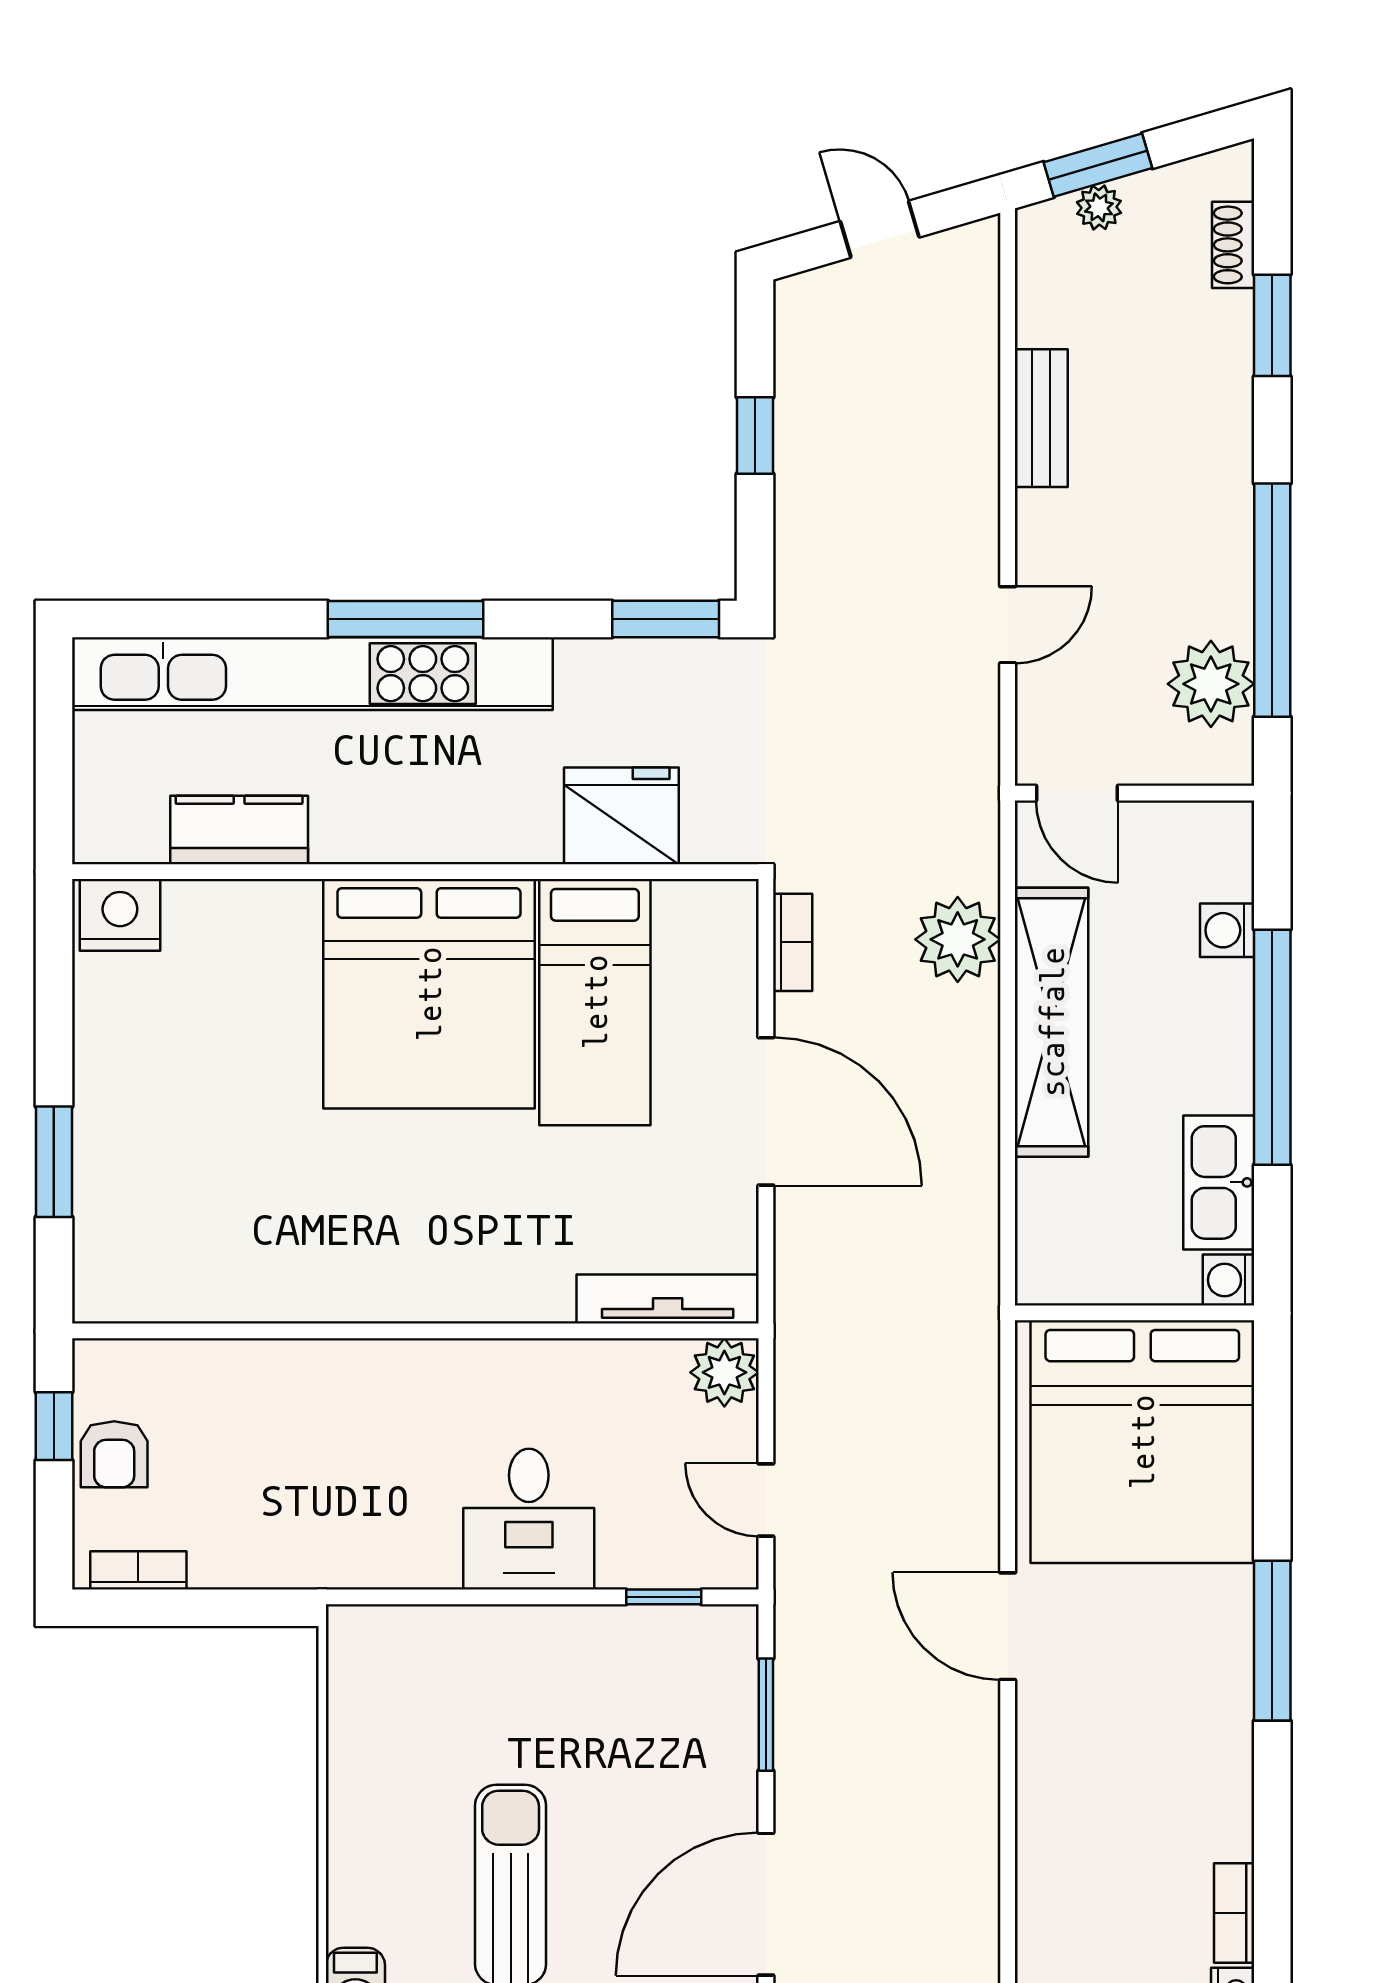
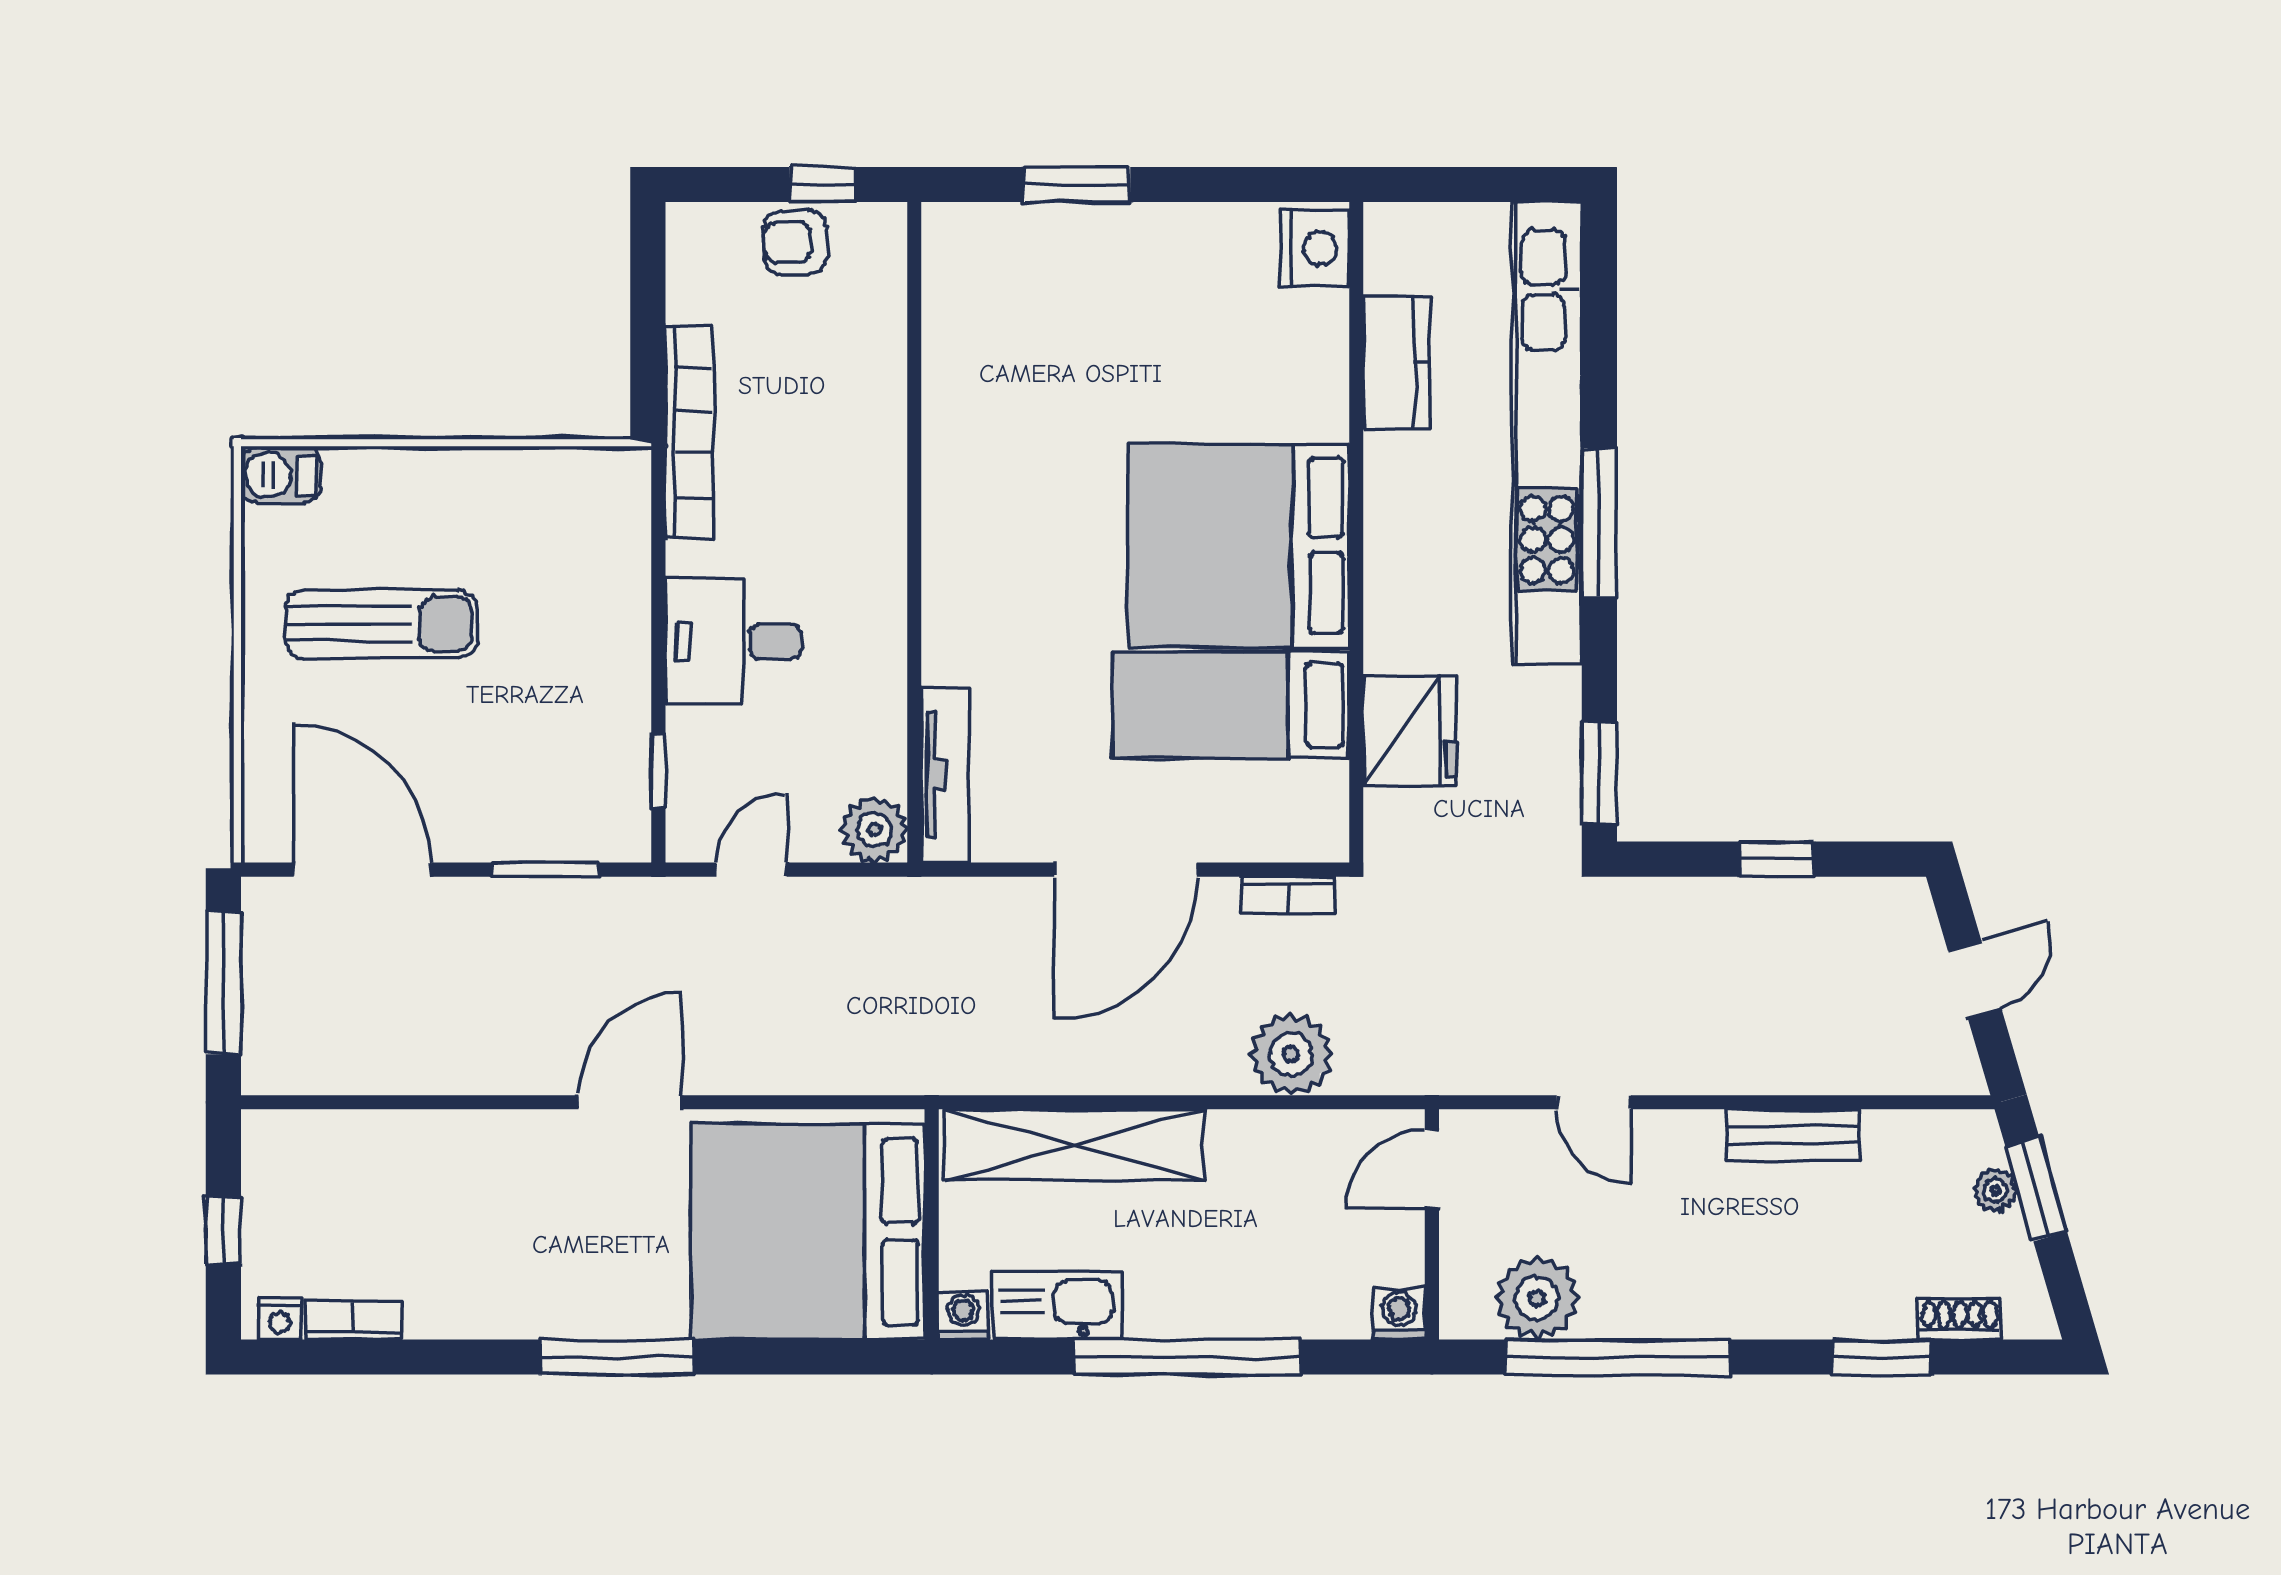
washing machine: (1227, 930) -> (1399, 1314), moved
shelving: (1052, 1022) -> (1074, 1145), moved
bookcase: (138, 1570) -> (690, 432), moved, width x2.31, depth x1.31

